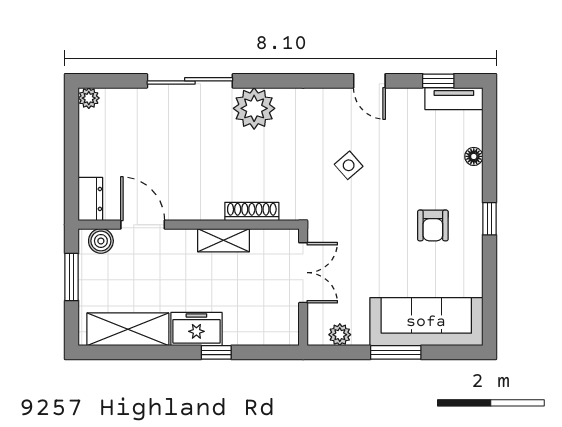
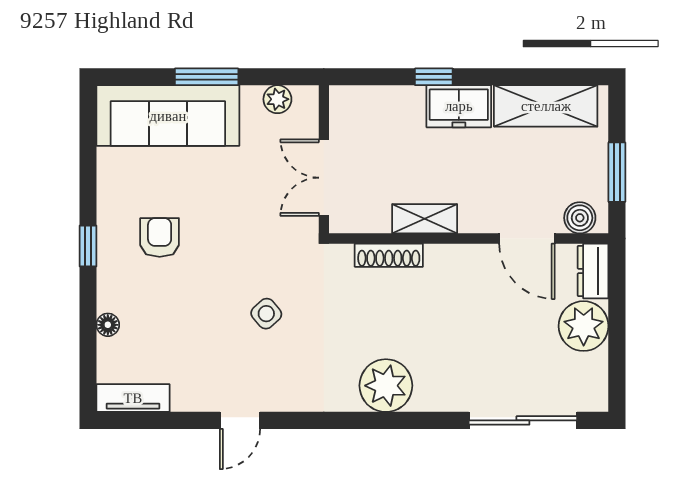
sliding door: (190, 81) -> (523, 420), moved
door: (369, 81) -> (240, 420), swing flipped
window: (438, 81) -> (153, 420), removed
plant: (89, 98) -> (584, 326), moved, width x1.88, depth x1.88

